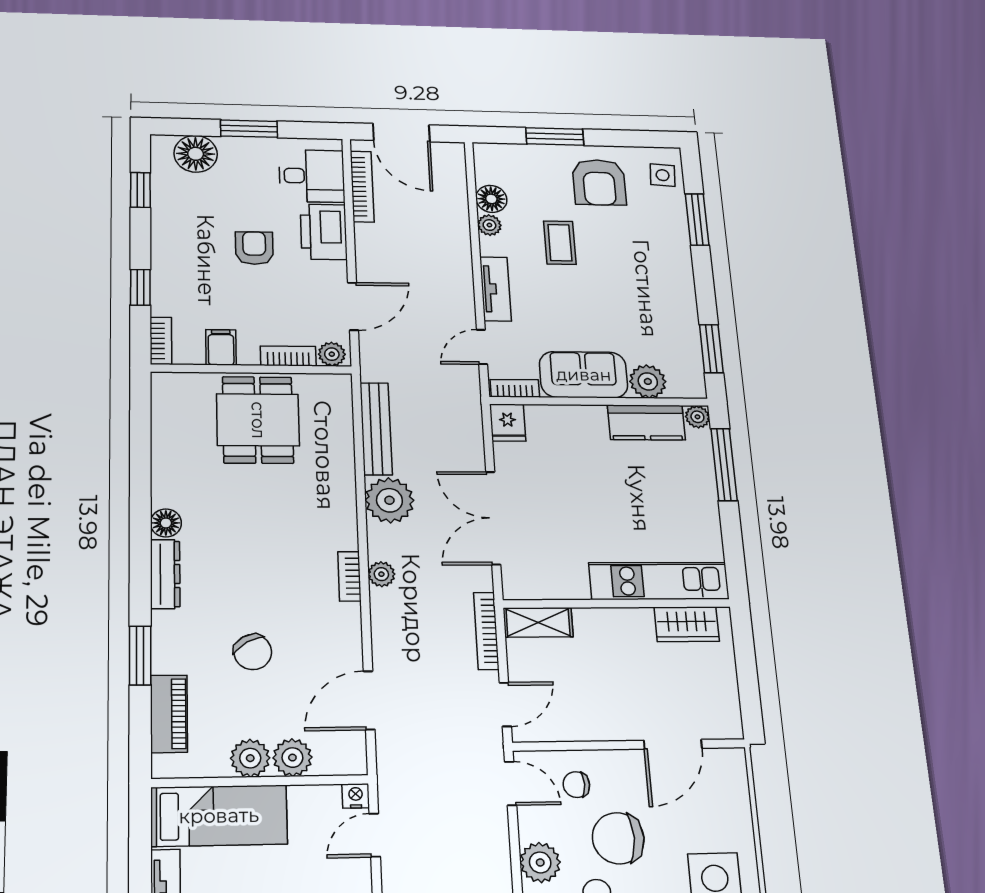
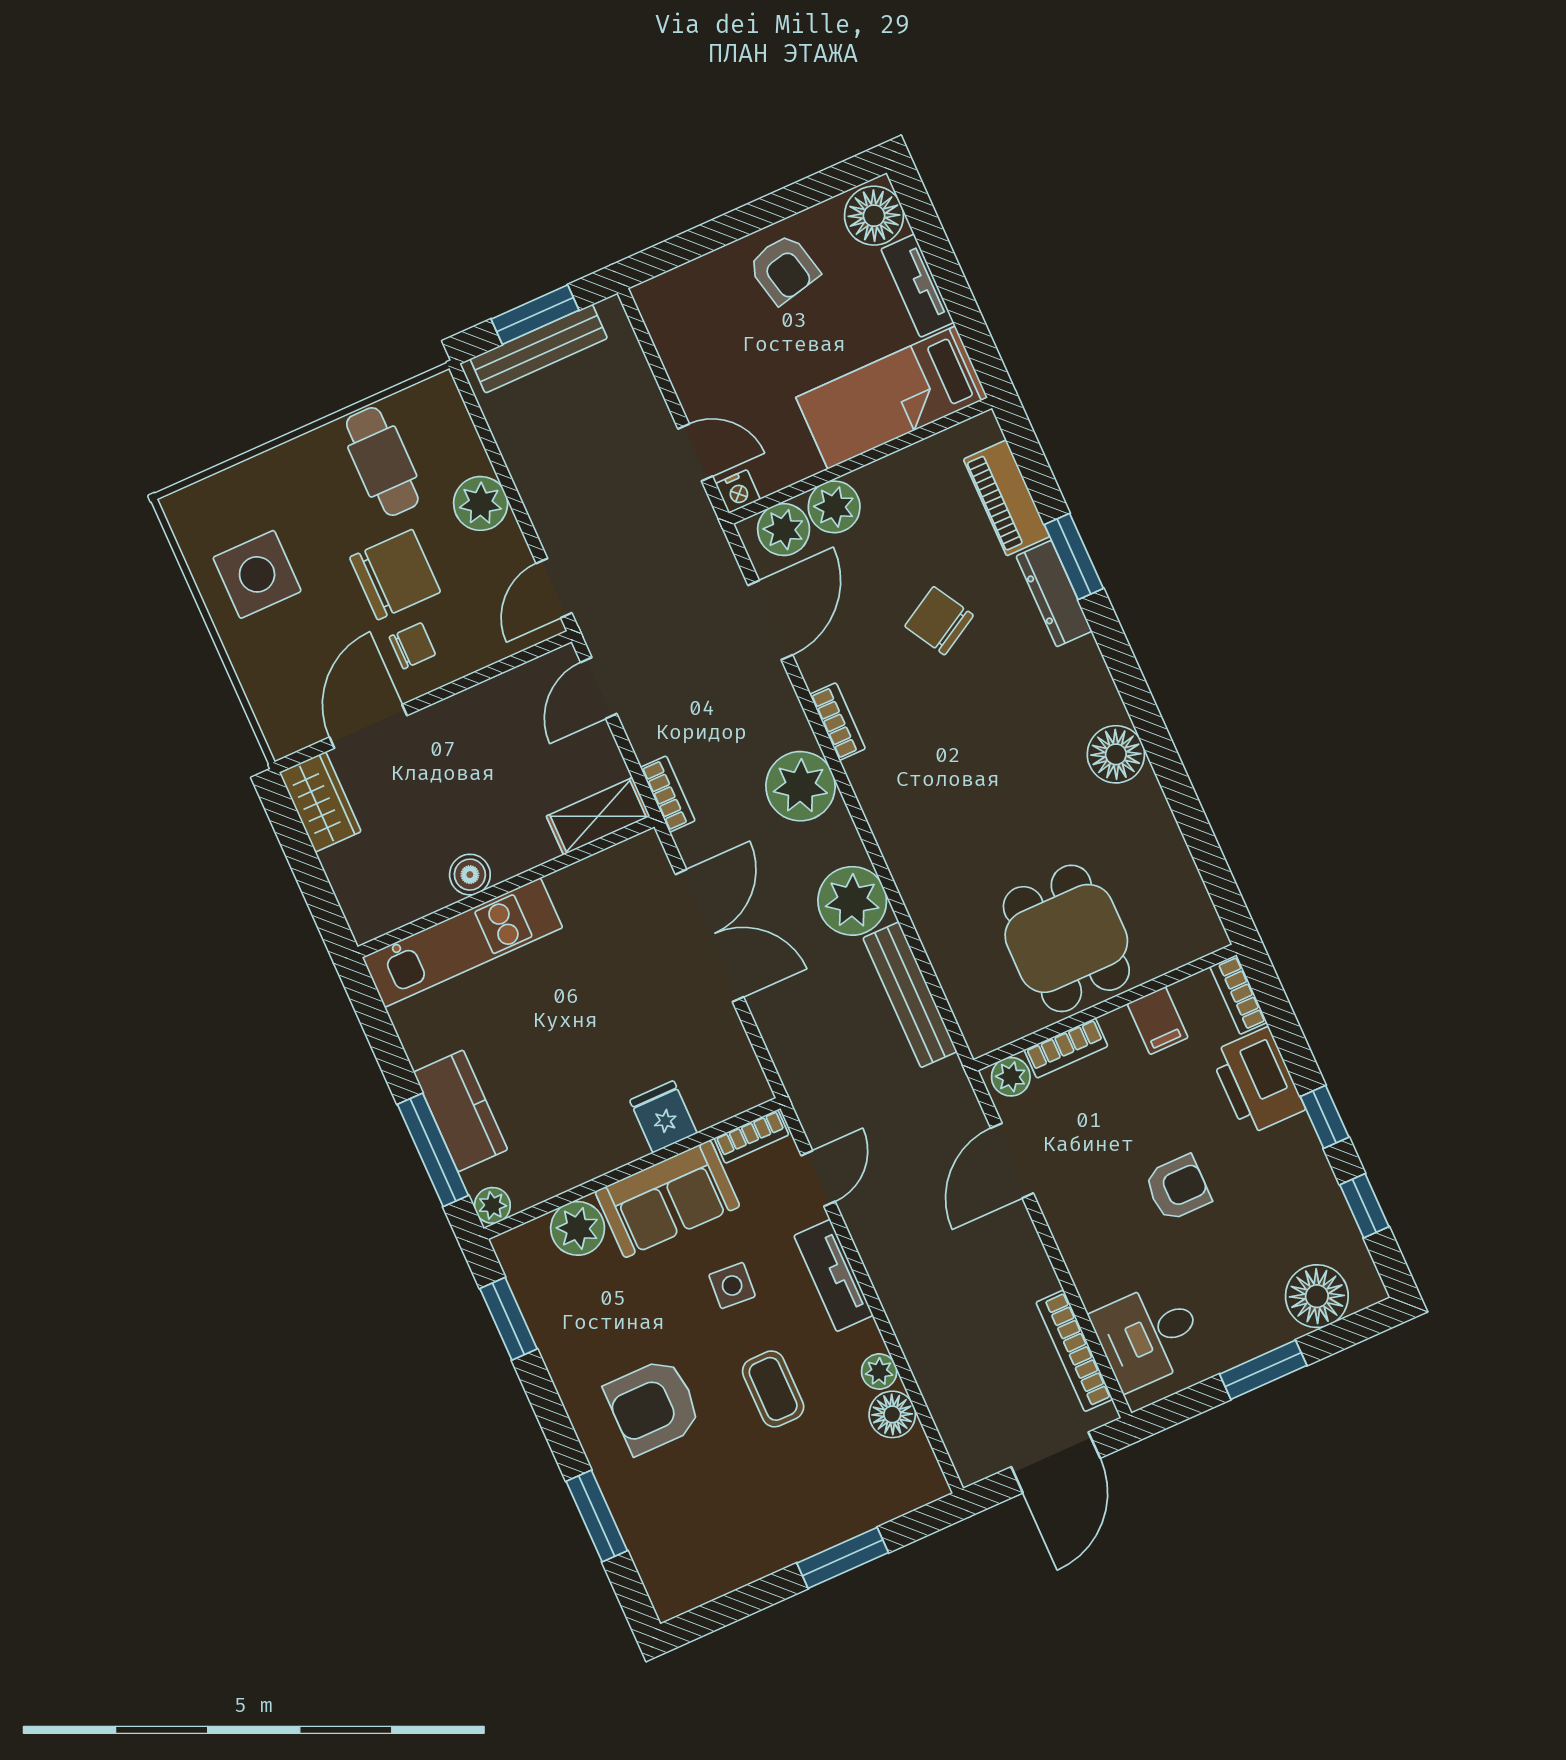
door: (401, 133) -> (1056, 1463), swing flipped
side table: (663, 175) -> (732, 1286), moved
armchair: (599, 182) -> (653, 1406), moved, turned -90
printer: (324, 232) -> (1257, 1081), moved, turned 180
armchair: (254, 248) -> (1178, 1188), turned -90
window: (140, 287) -> (1325, 1117), moved
kitchen counter: (646, 422) -> (461, 1111), moved, turned 90
fridge: (508, 423) -> (663, 1117), moved
floor lamp: (166, 523) -> (1116, 754), width x1.38, depth x1.38
dresser: (165, 574) -> (1054, 594), moved
plant: (381, 574) -> (801, 786), width x1.88, depth x1.88
bookcase: (349, 576) -> (838, 722), moved
boiler: (638, 621) -> (470, 875), added
wardrobe: (687, 624) -> (320, 802), moved, turned 90
bookcase: (486, 631) -> (668, 794), width x0.64
plant: (250, 758) -> (784, 530), moved
door: (511, 783) -> (554, 588), hinge flipped
chair: (576, 785) -> (412, 646), moved
door: (375, 835) -> (695, 453), hinge flipped

